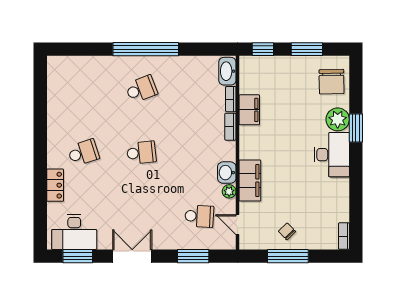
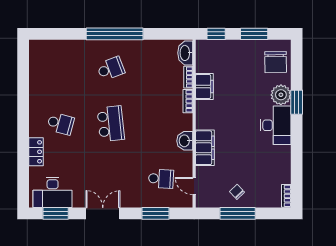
school desk: (83, 153) -> (61, 124), turned 33
school desk: (141, 153) -> (111, 124), width x1.85
plant: (229, 191) -> (187, 157), removed

